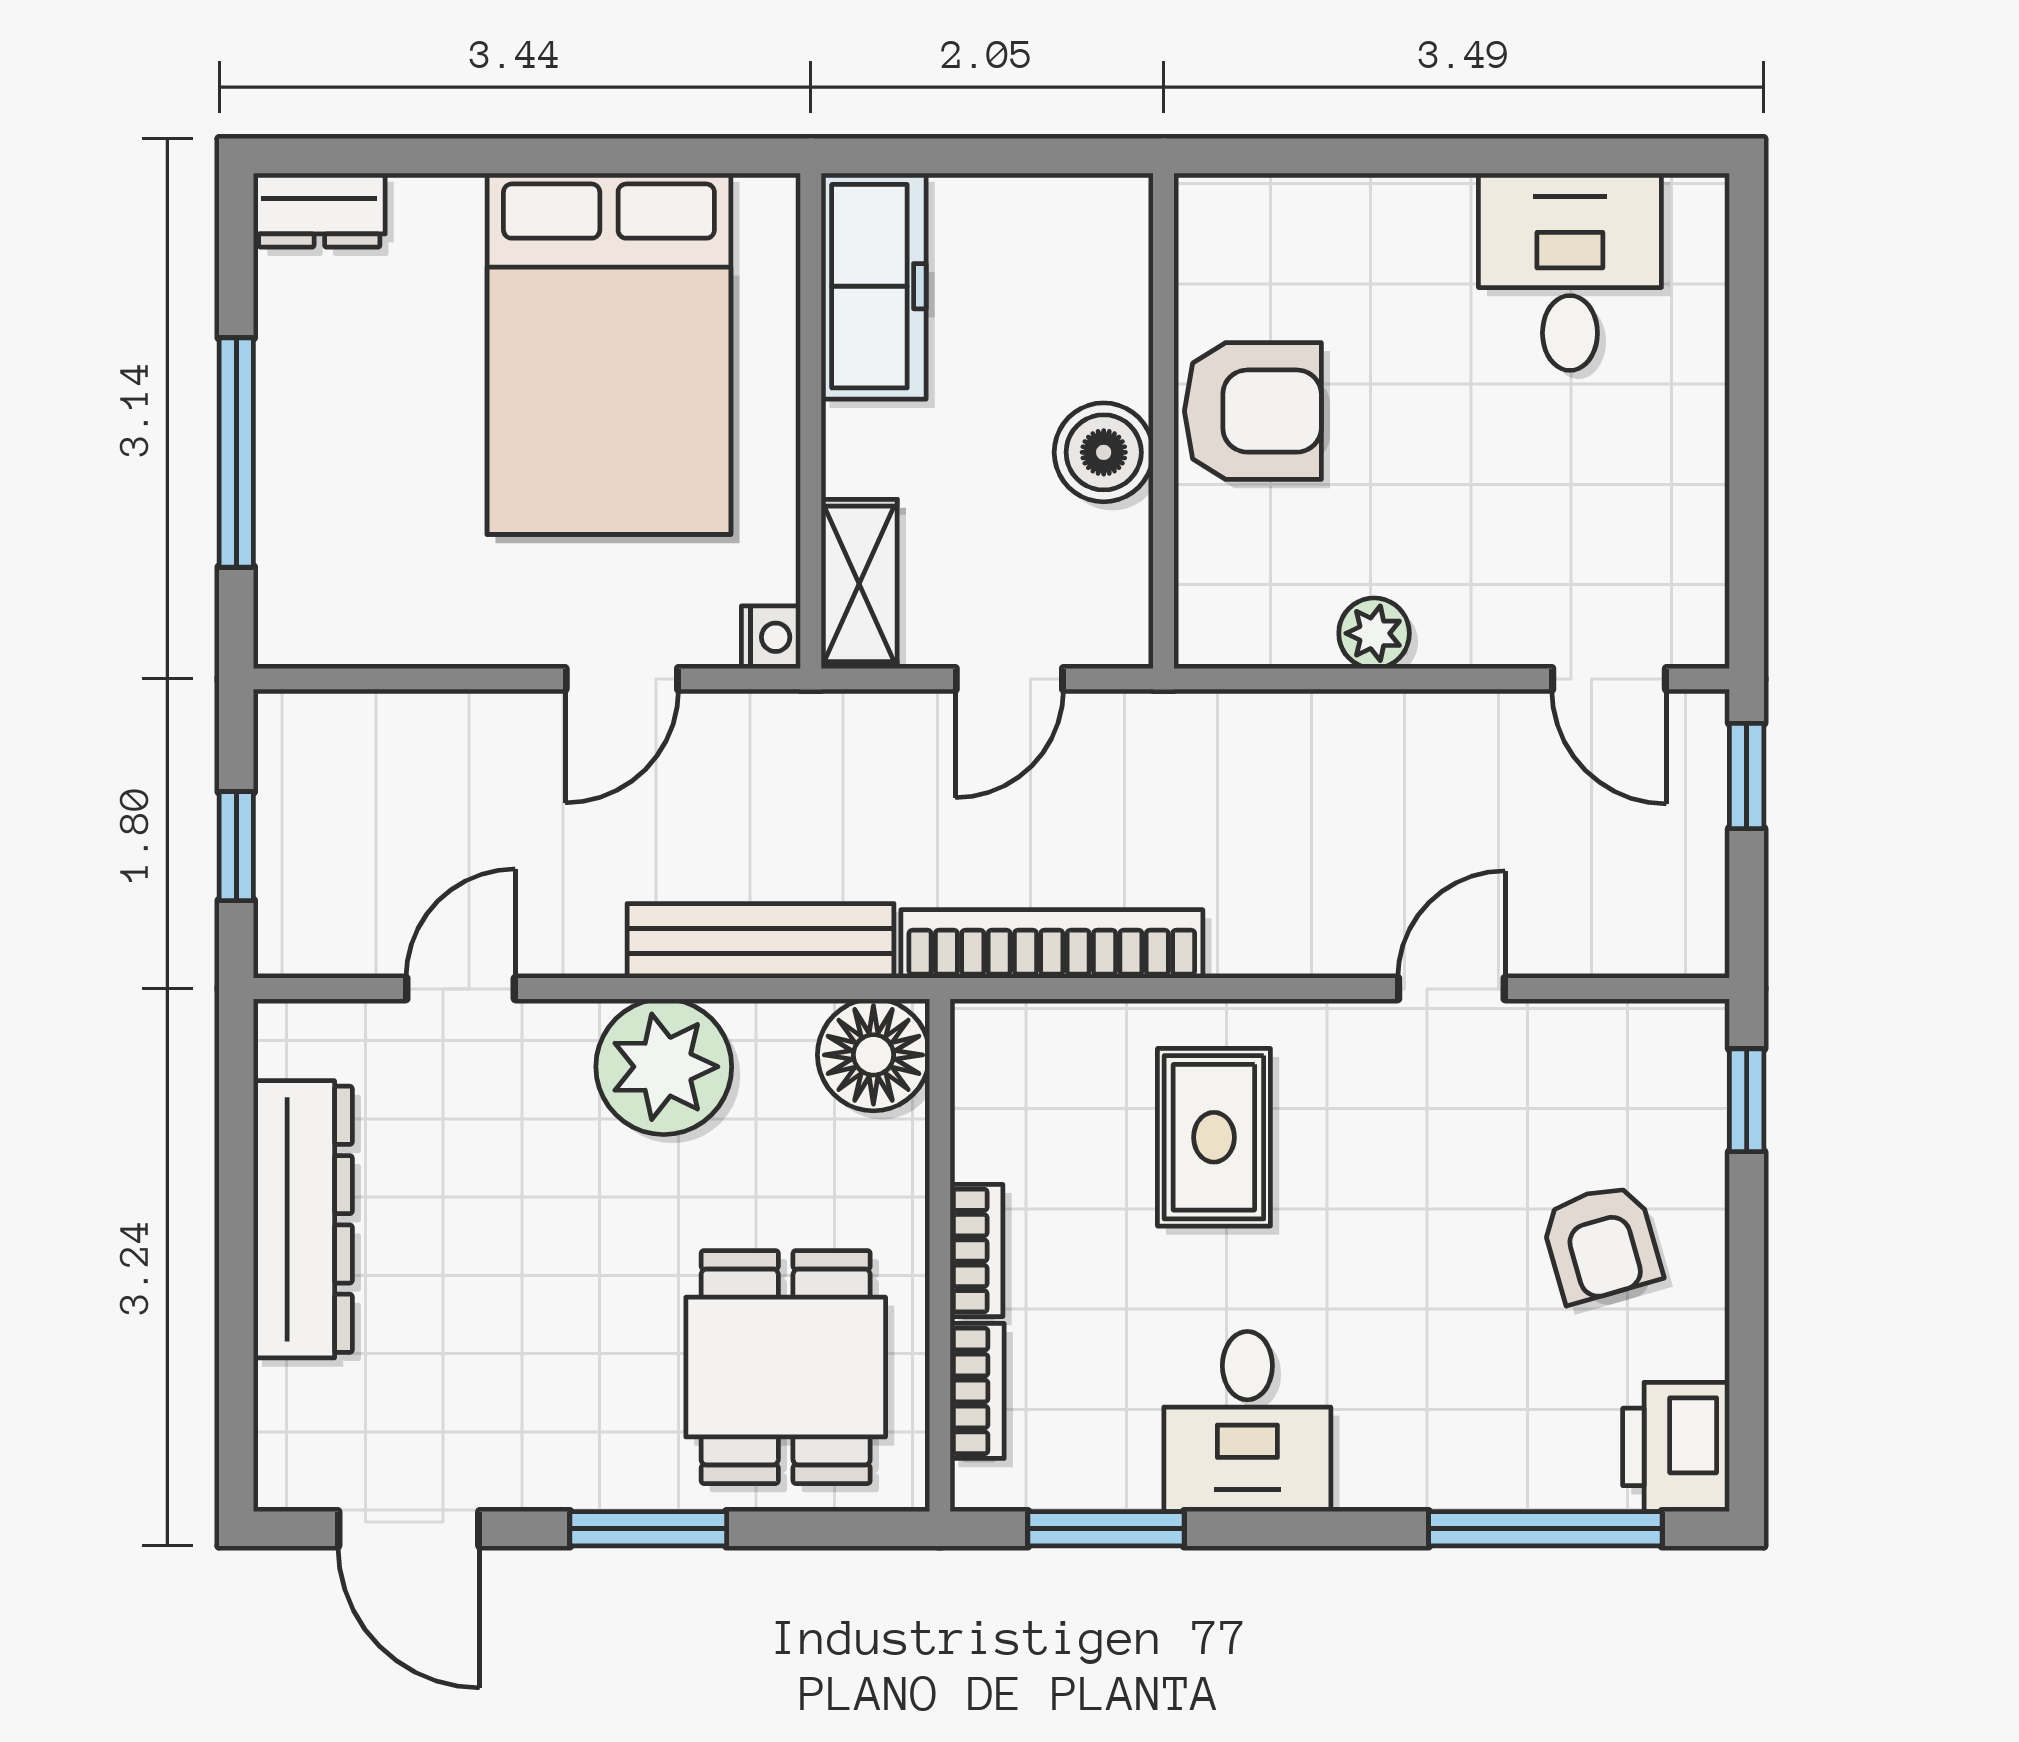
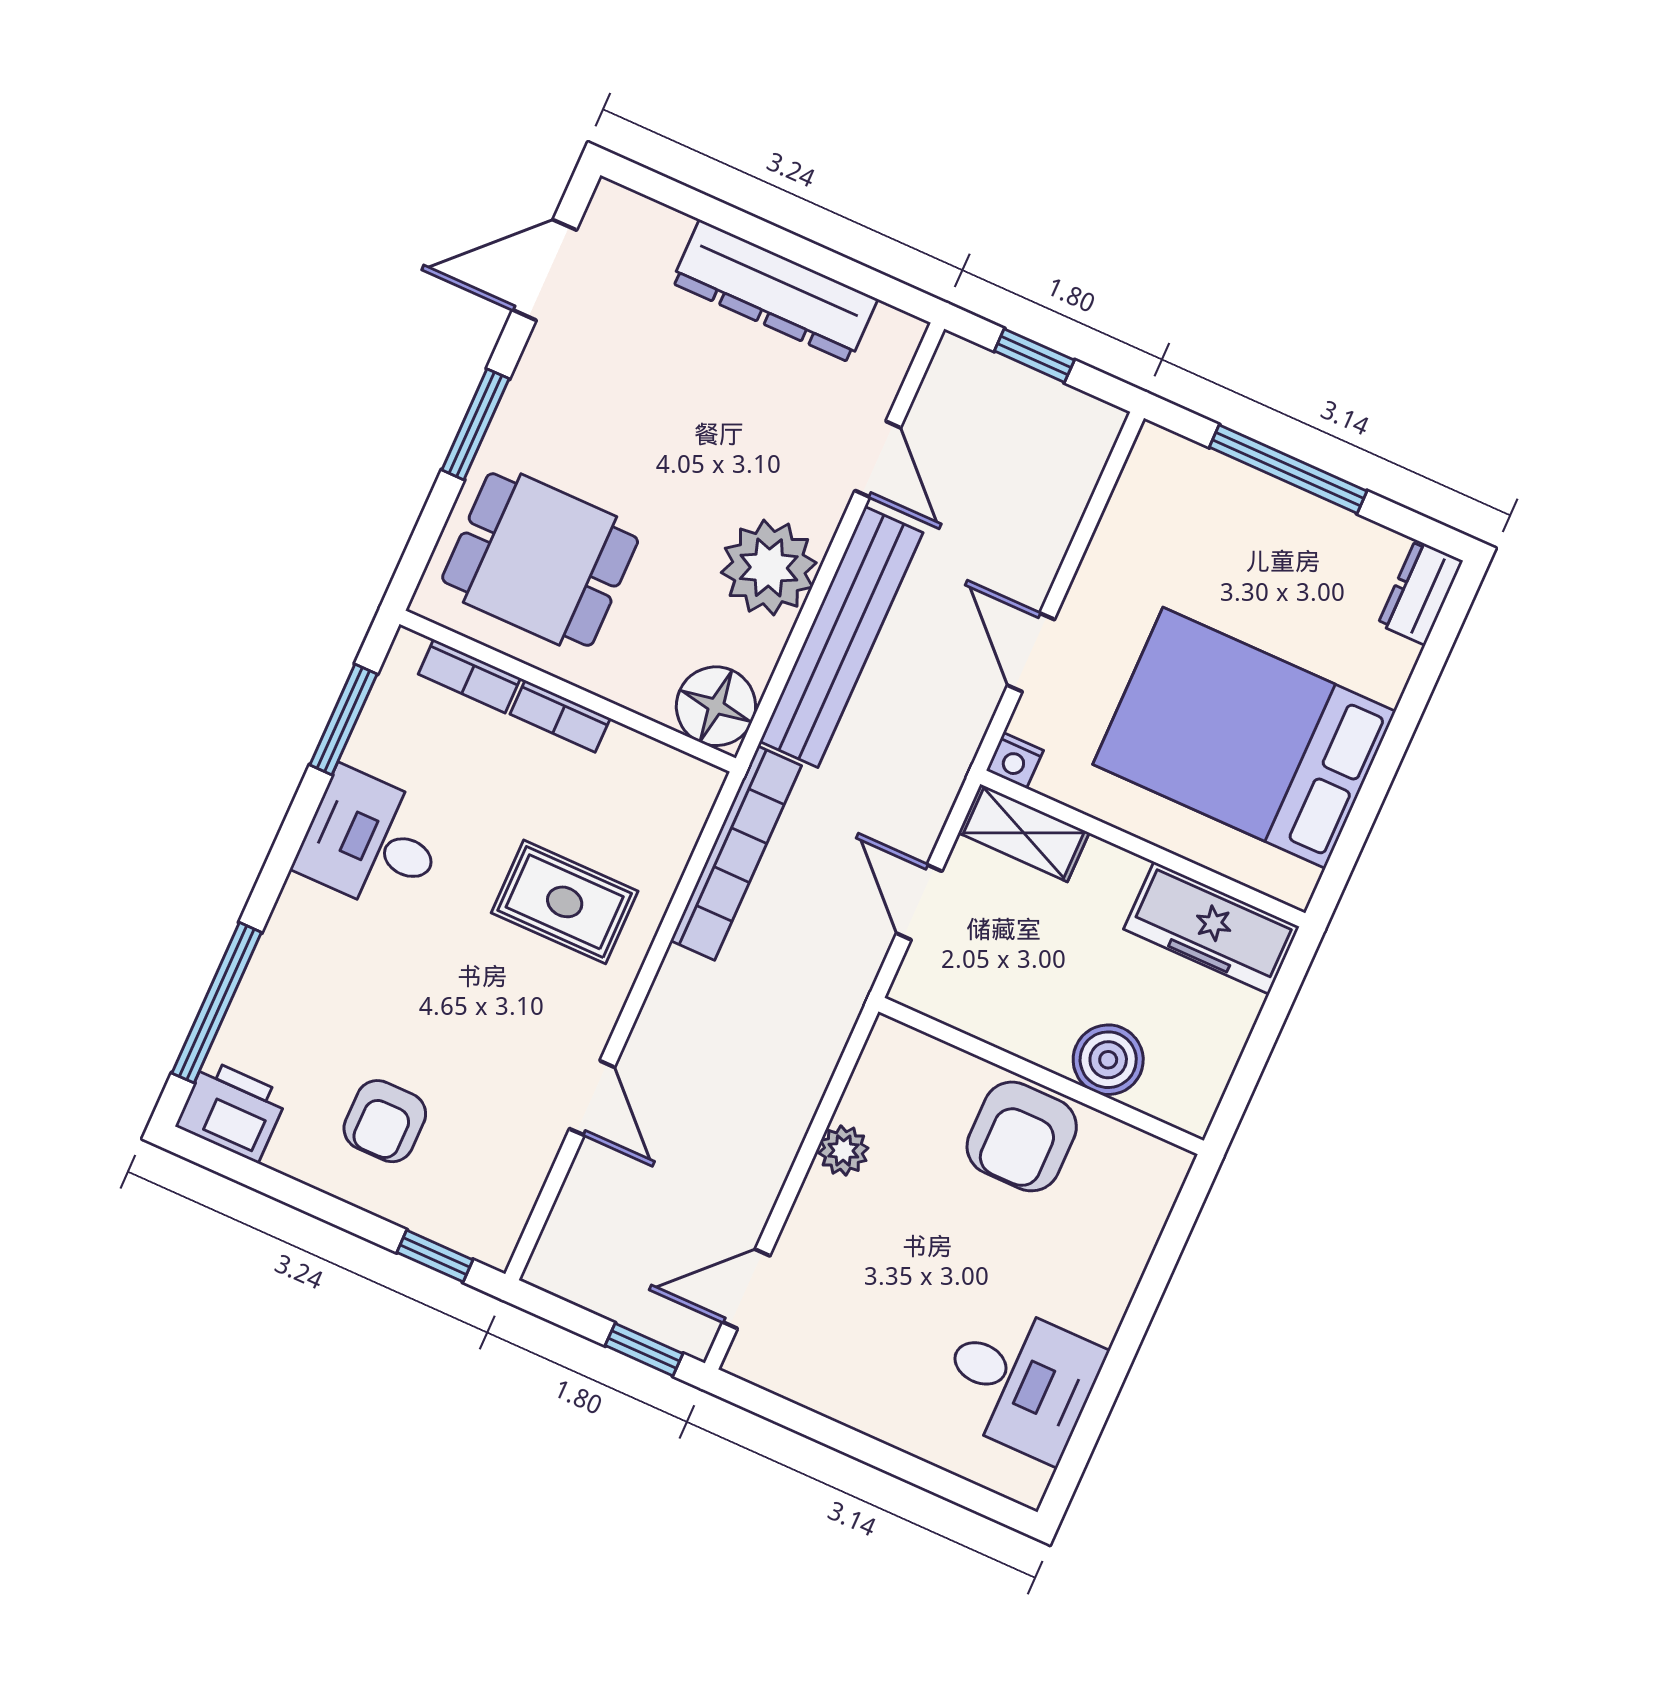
boiler: (1104, 452) -> (1108, 1060), moved
bench: (760, 941) -> (841, 637), width x1.37, depth x1.21
armchair: (1601, 1243) -> (385, 1121), turned -74

